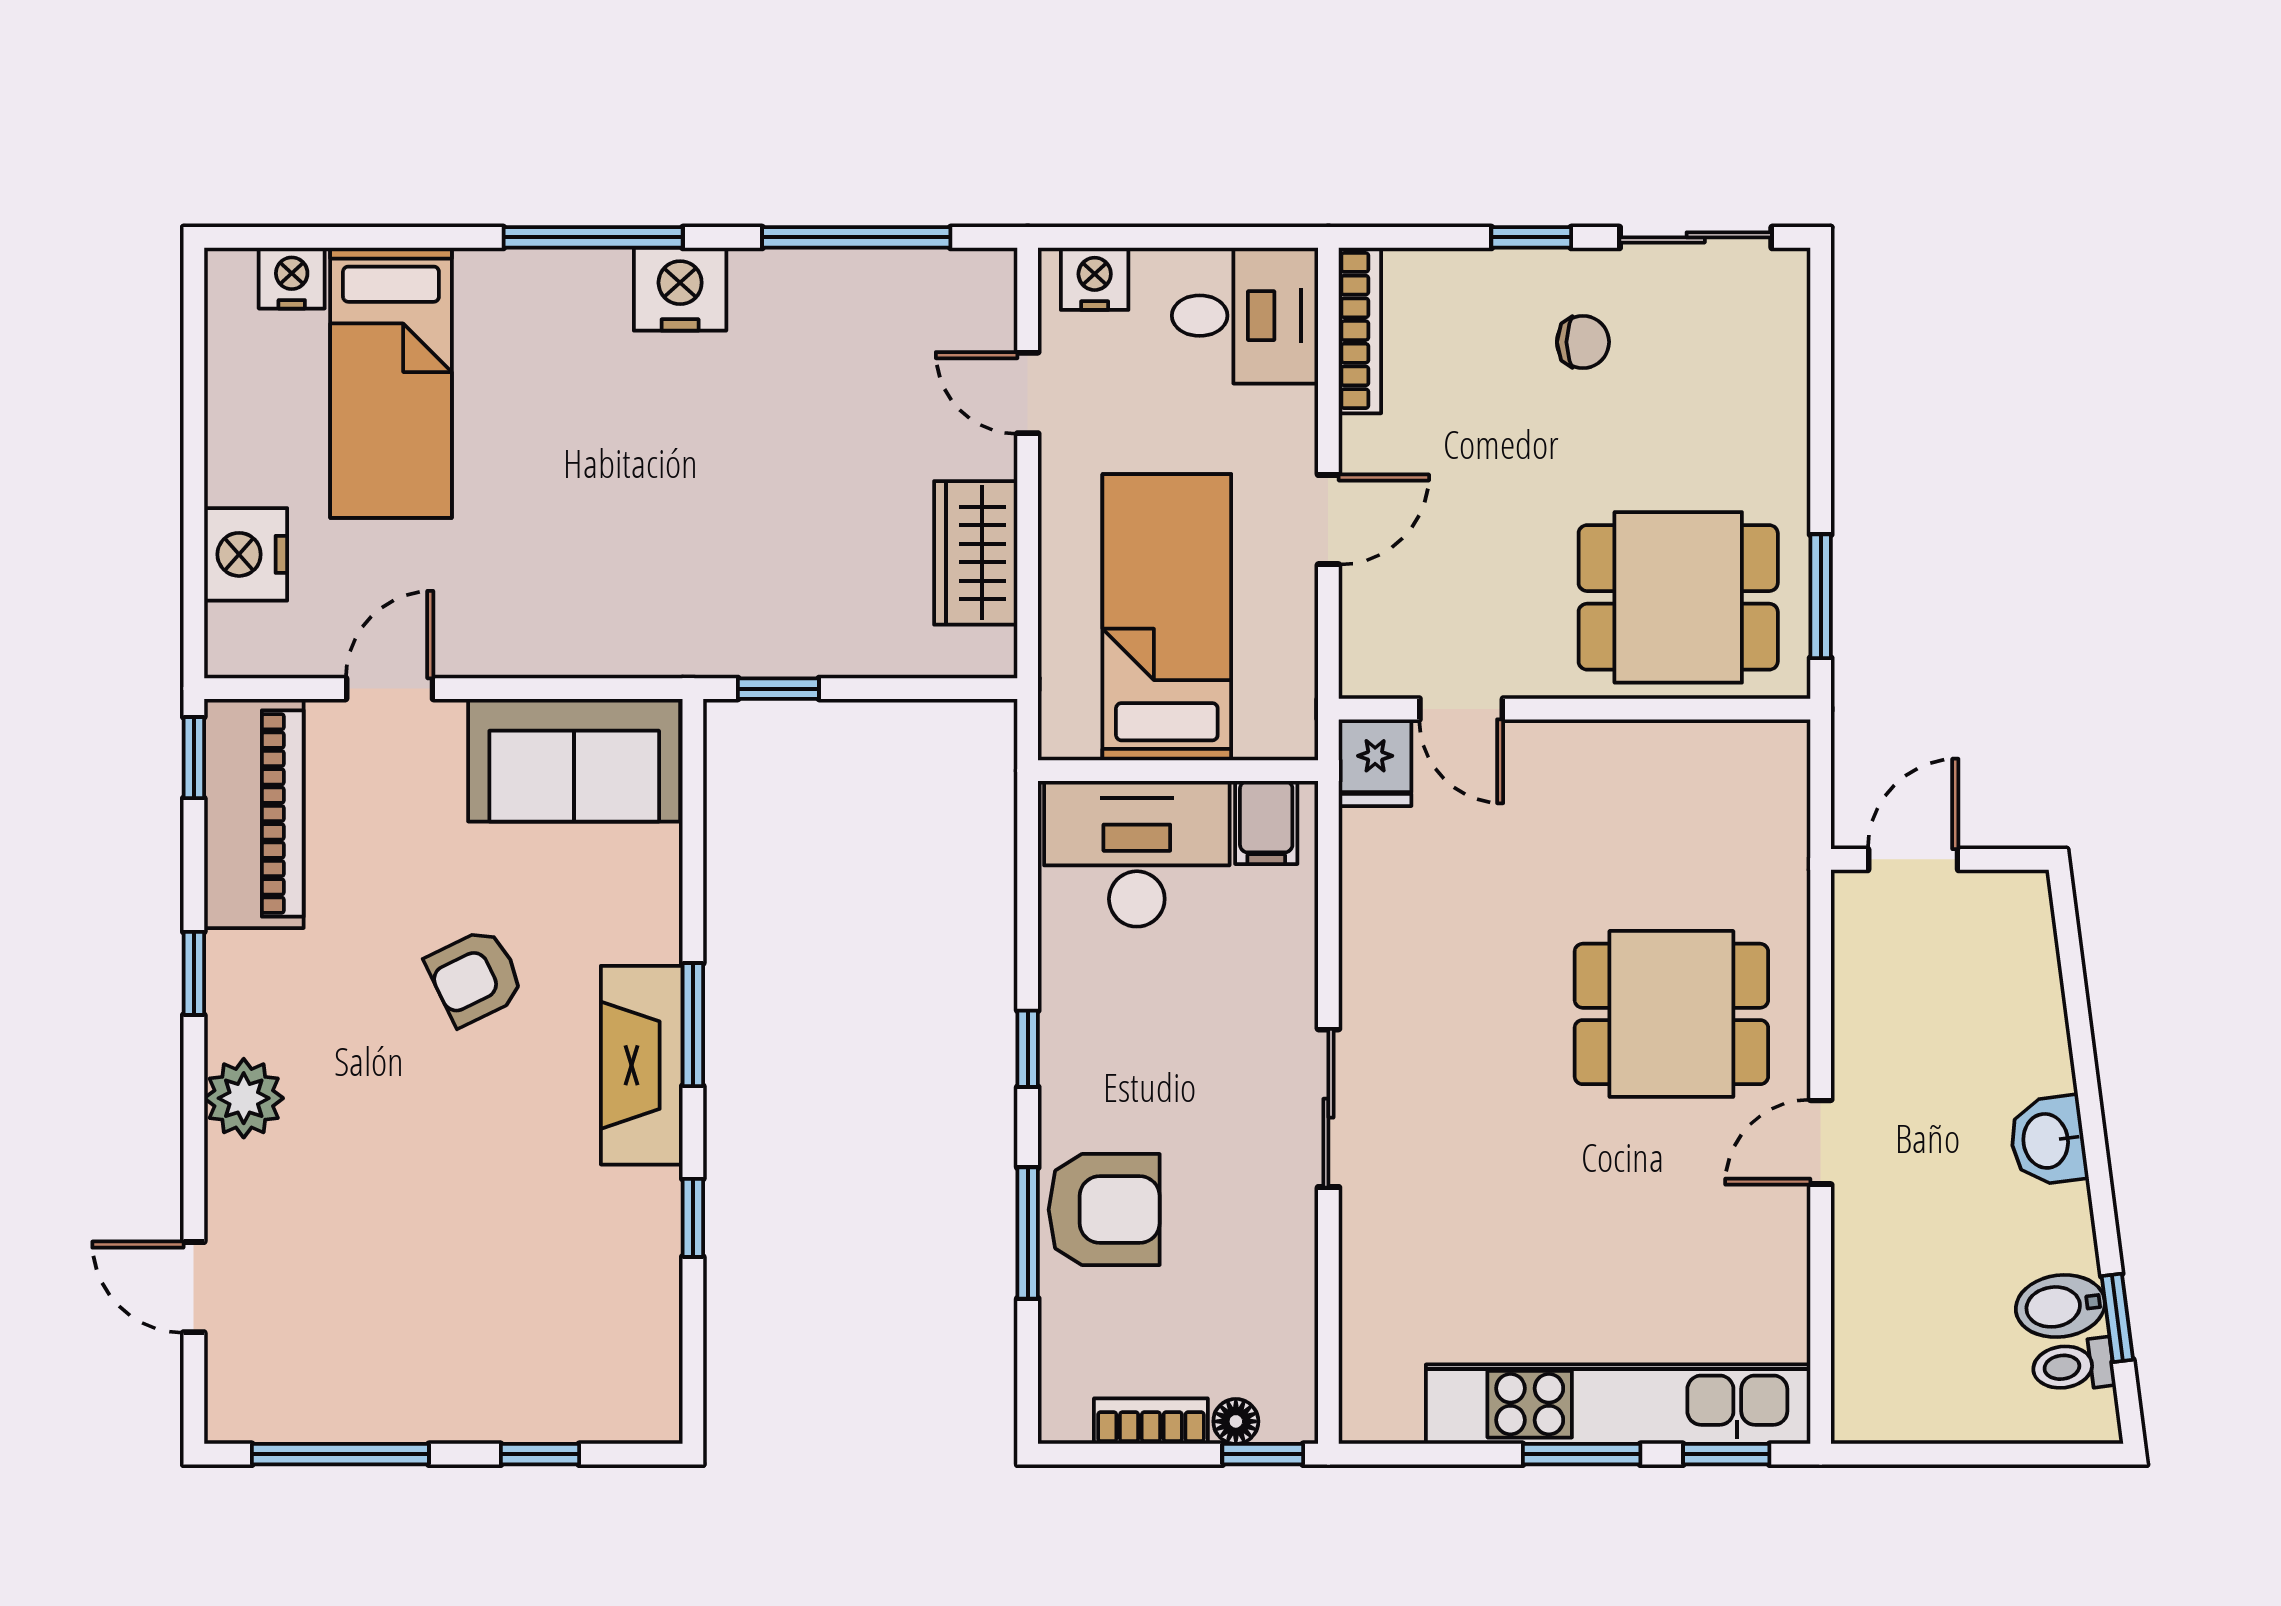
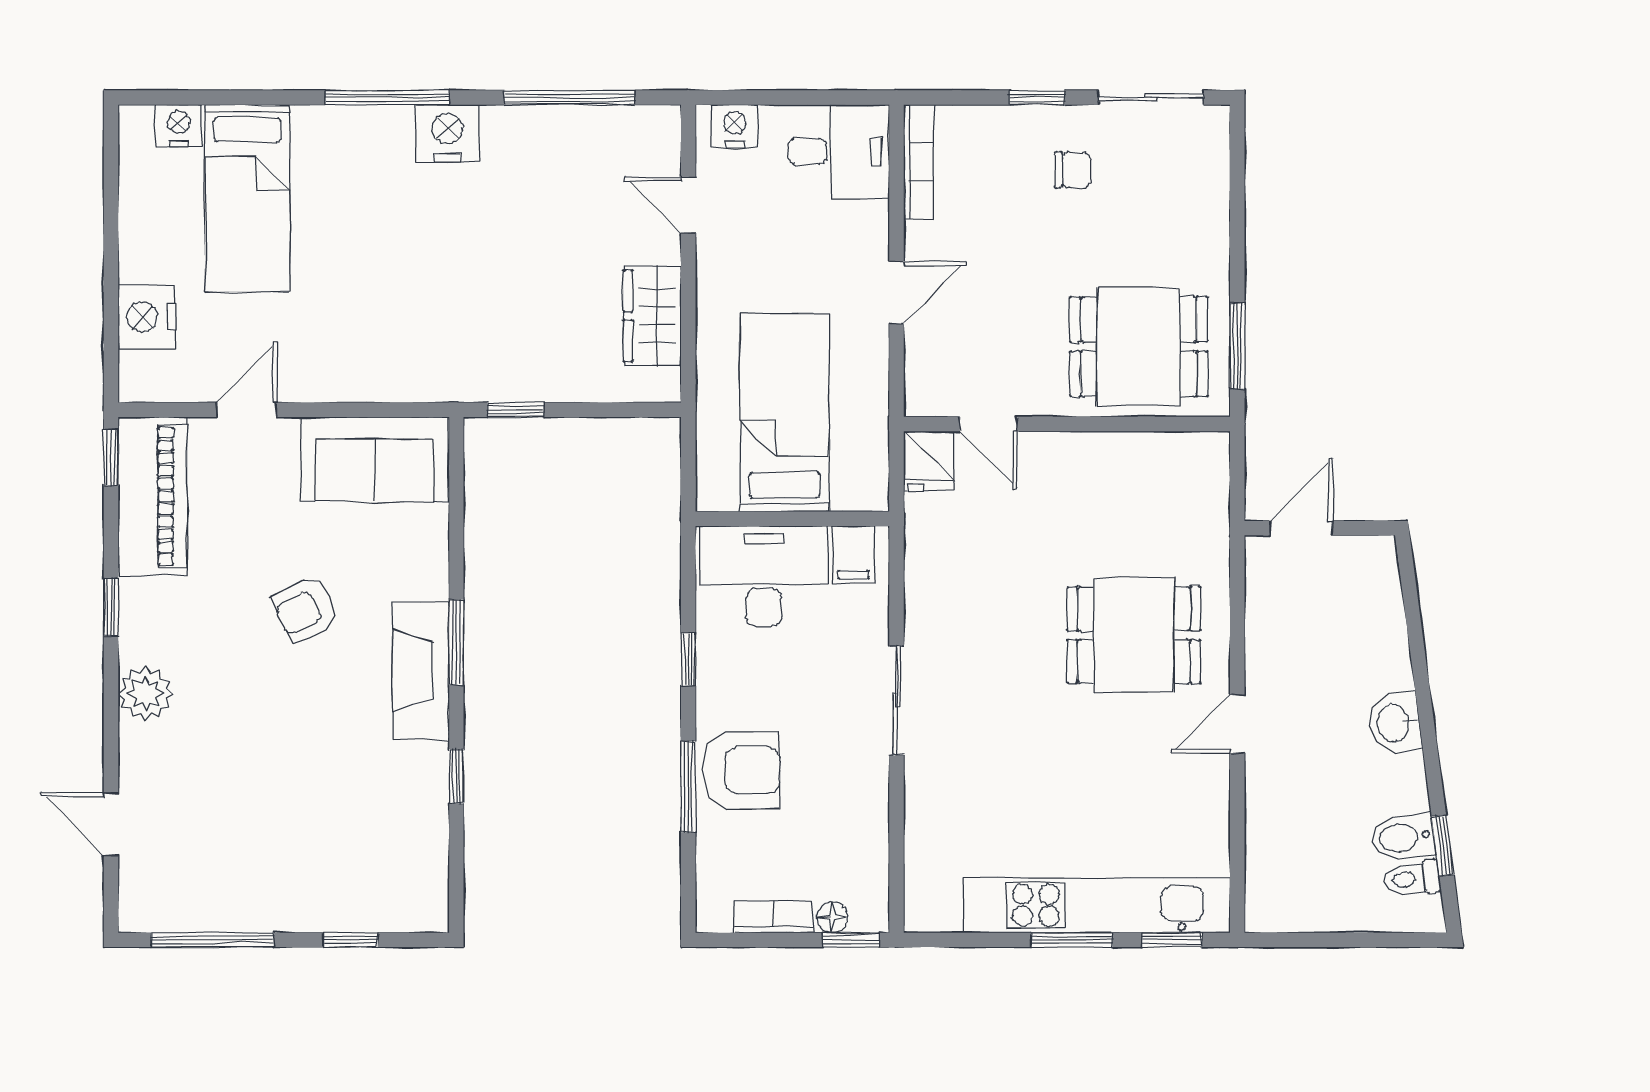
bed: (1167, 617) -> (785, 412), moved
wall: (1178, 771) -> (792, 519), moved
filing cabinet: (1266, 822) -> (853, 555), moved
desk: (1137, 854) -> (764, 576), moved

